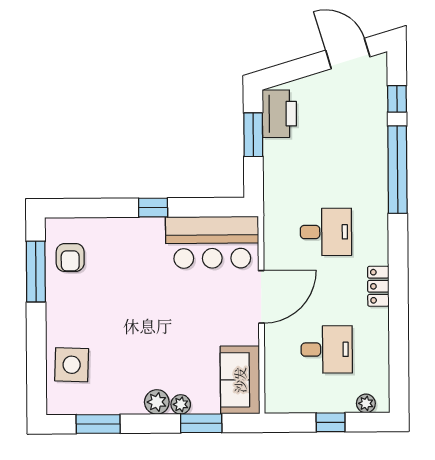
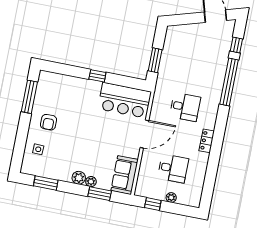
printer: (279, 114) -> (173, 40), removed
window: (253, 135) -> (155, 60), moved
armchair: (70, 257) -> (48, 122), moved
side table: (72, 365) -> (38, 149), width x0.54, depth x0.54
plant: (366, 403) -> (171, 197), moved
window: (331, 422) -> (153, 204), moved

